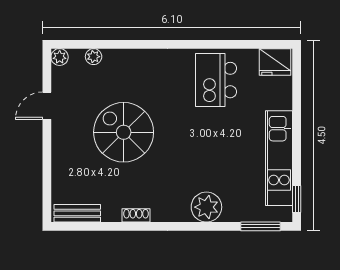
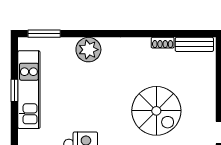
window: (297, 199) -> (14, 90), moved
shoe rack: (136, 215) -> (163, 43), moved

